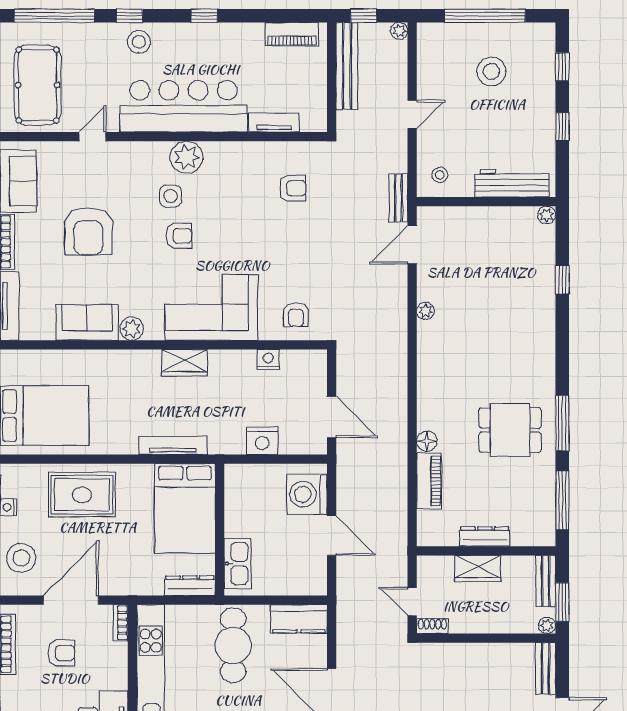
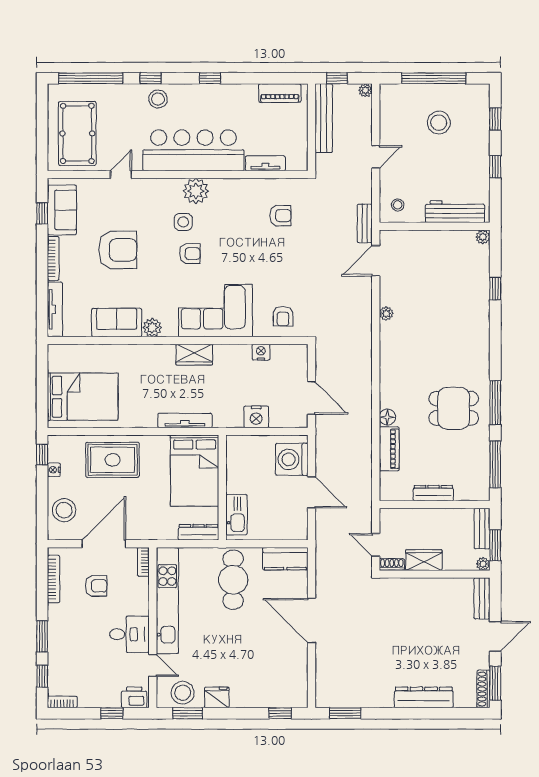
armchair: (88, 231) -> (118, 250), turned -90
wardrobe: (478, 569) -> (424, 560), moved, turned 180

